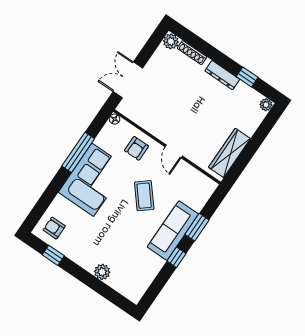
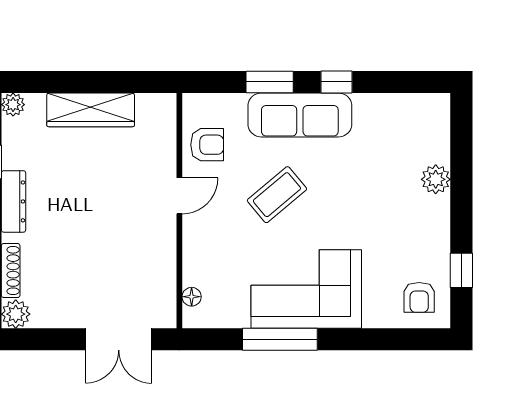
floor lamp: (115, 119) -> (192, 297), moved
armchair: (136, 148) -> (207, 145), moved
wardrobe: (229, 153) -> (91, 110), moved

